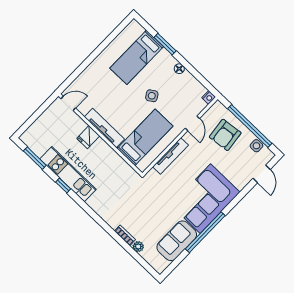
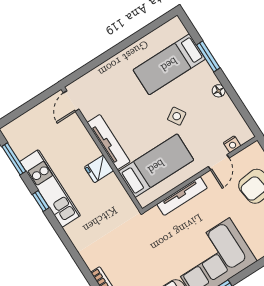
nightstand: (209, 97) -> (232, 144), moved
door: (68, 103) -> (71, 101), swing flipped
fridge: (88, 137) -> (99, 169), moved

